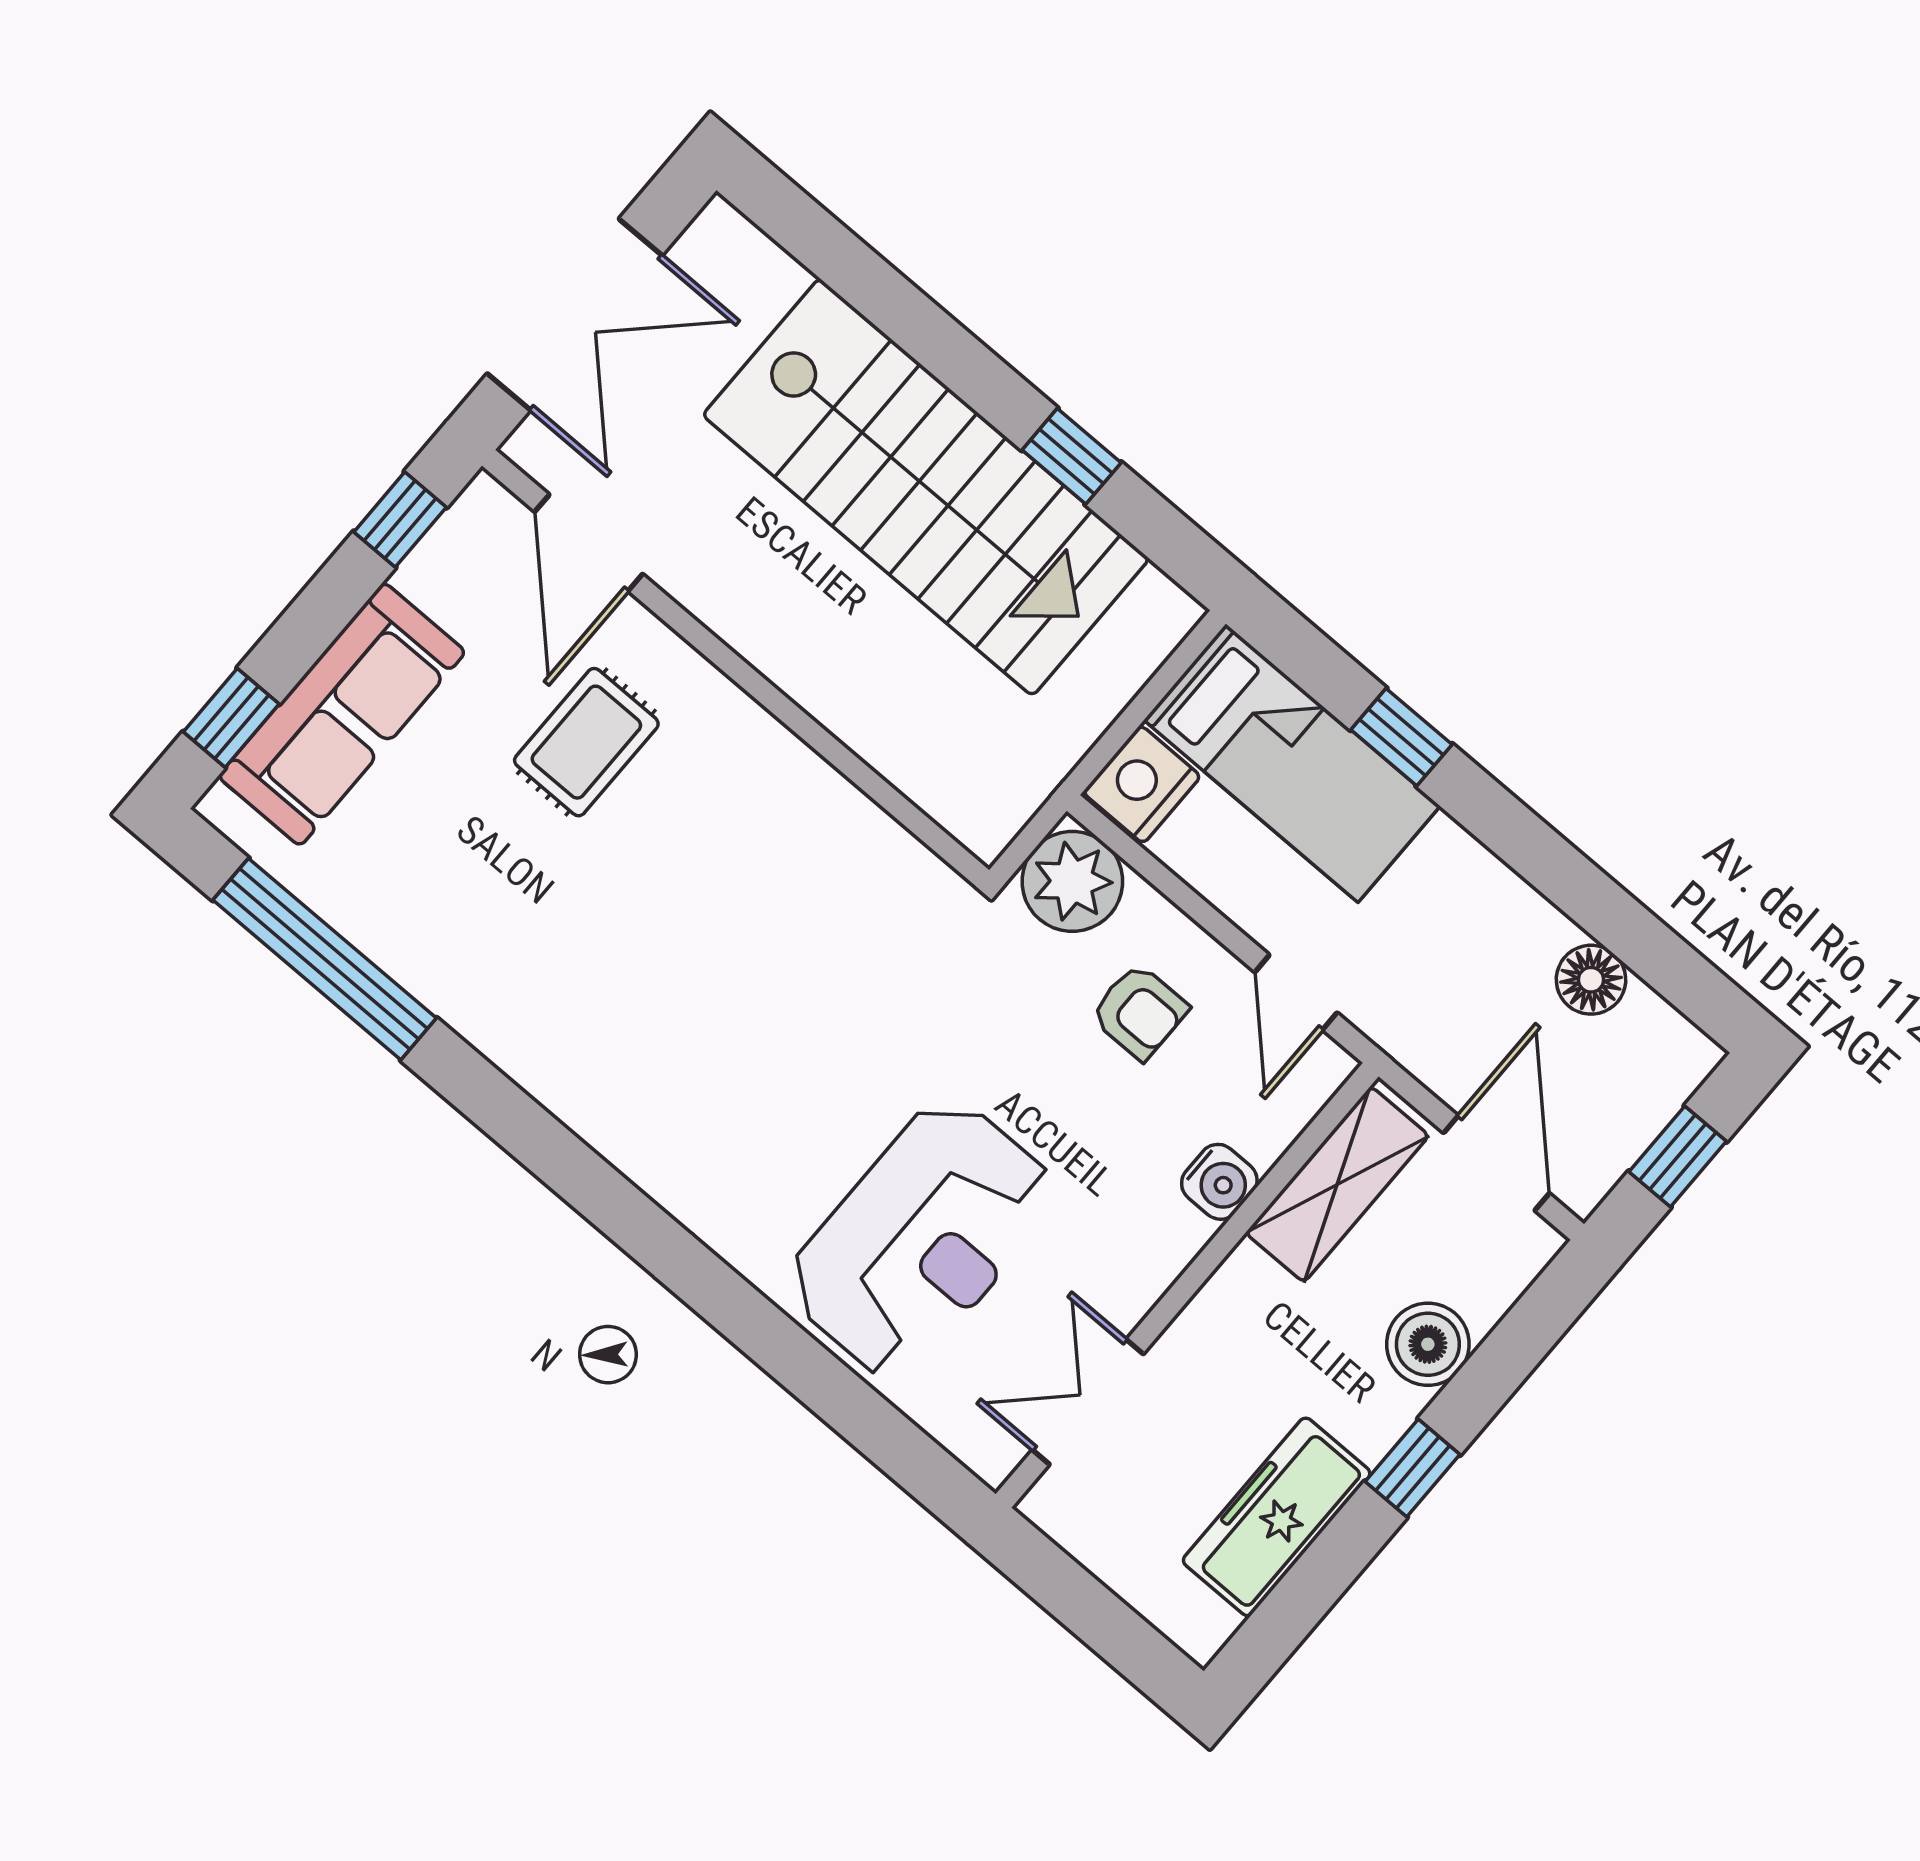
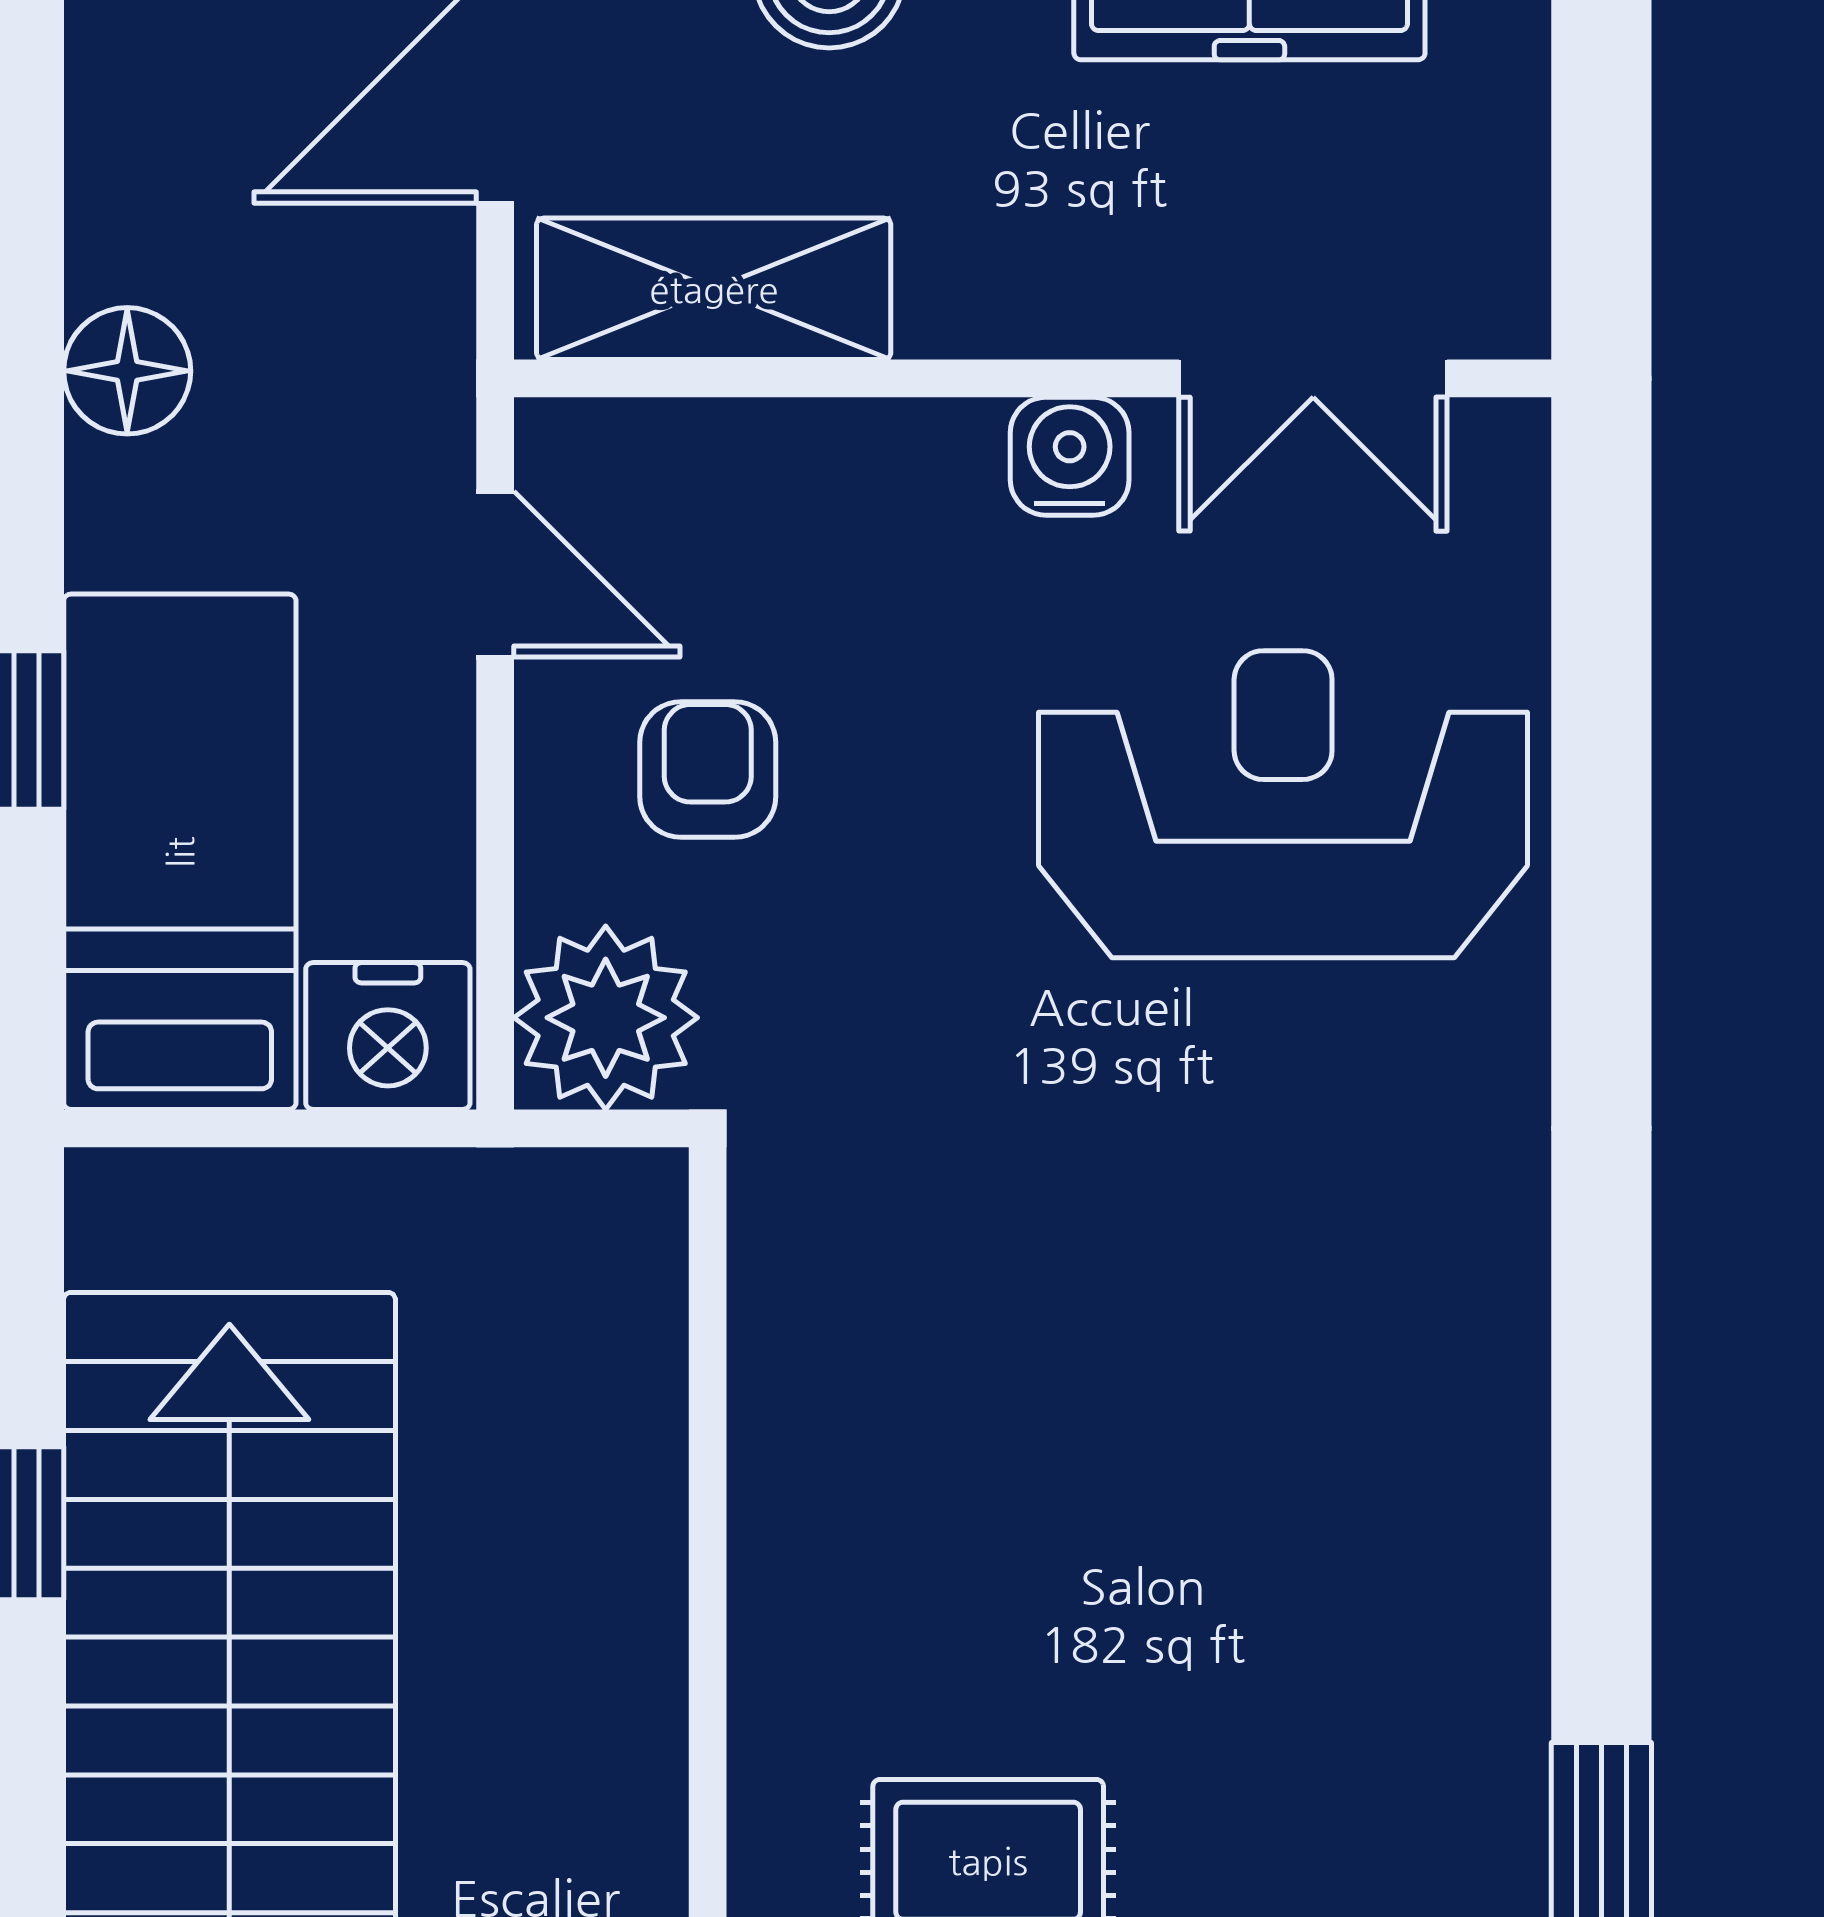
floor lamp: (1591, 980) -> (127, 371), moved
door: (1296, 992) -> (495, 574), hinge flipped
water cooler: (1219, 1182) -> (1070, 456), moved

